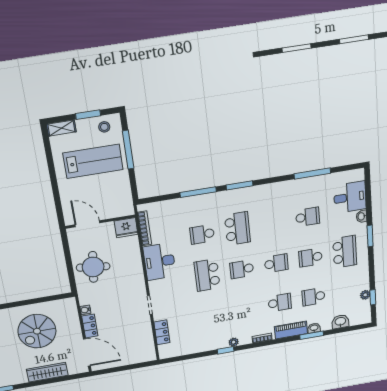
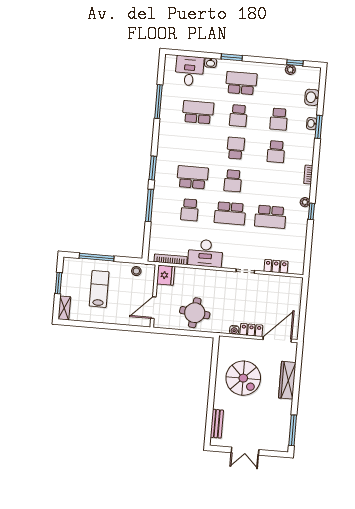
stool: (104, 127) -> (136, 271), moved
lab bench: (93, 161) -> (99, 289), width x0.73, depth x0.72
school desk: (308, 217) -> (198, 112), width x1.85
school desk: (280, 303) -> (276, 152), turned 180
school desk: (212, 314) -> (270, 217), added
piano: (291, 330) -> (307, 146), removed

